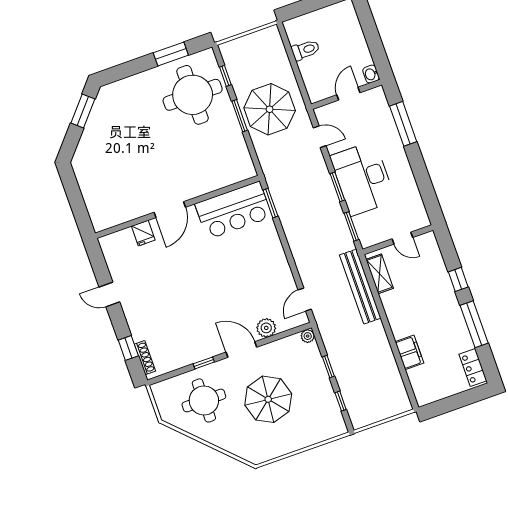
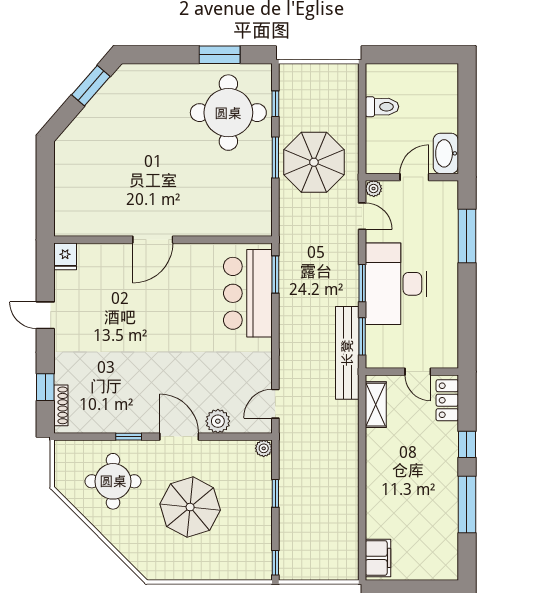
washbasin: (371, 74) -> (446, 153), width x1.91, depth x1.45
plant: (321, 113) -> (374, 189), added
bar counter: (233, 210) -> (248, 293), moved, turned 90
fridge: (143, 233) -> (65, 256), moved
bench: (360, 287) -> (347, 353), moved
filing cabinet: (409, 352) -> (378, 558), moved
locker: (473, 367) -> (447, 400), moved
window: (341, 401) -> (275, 563), moved

